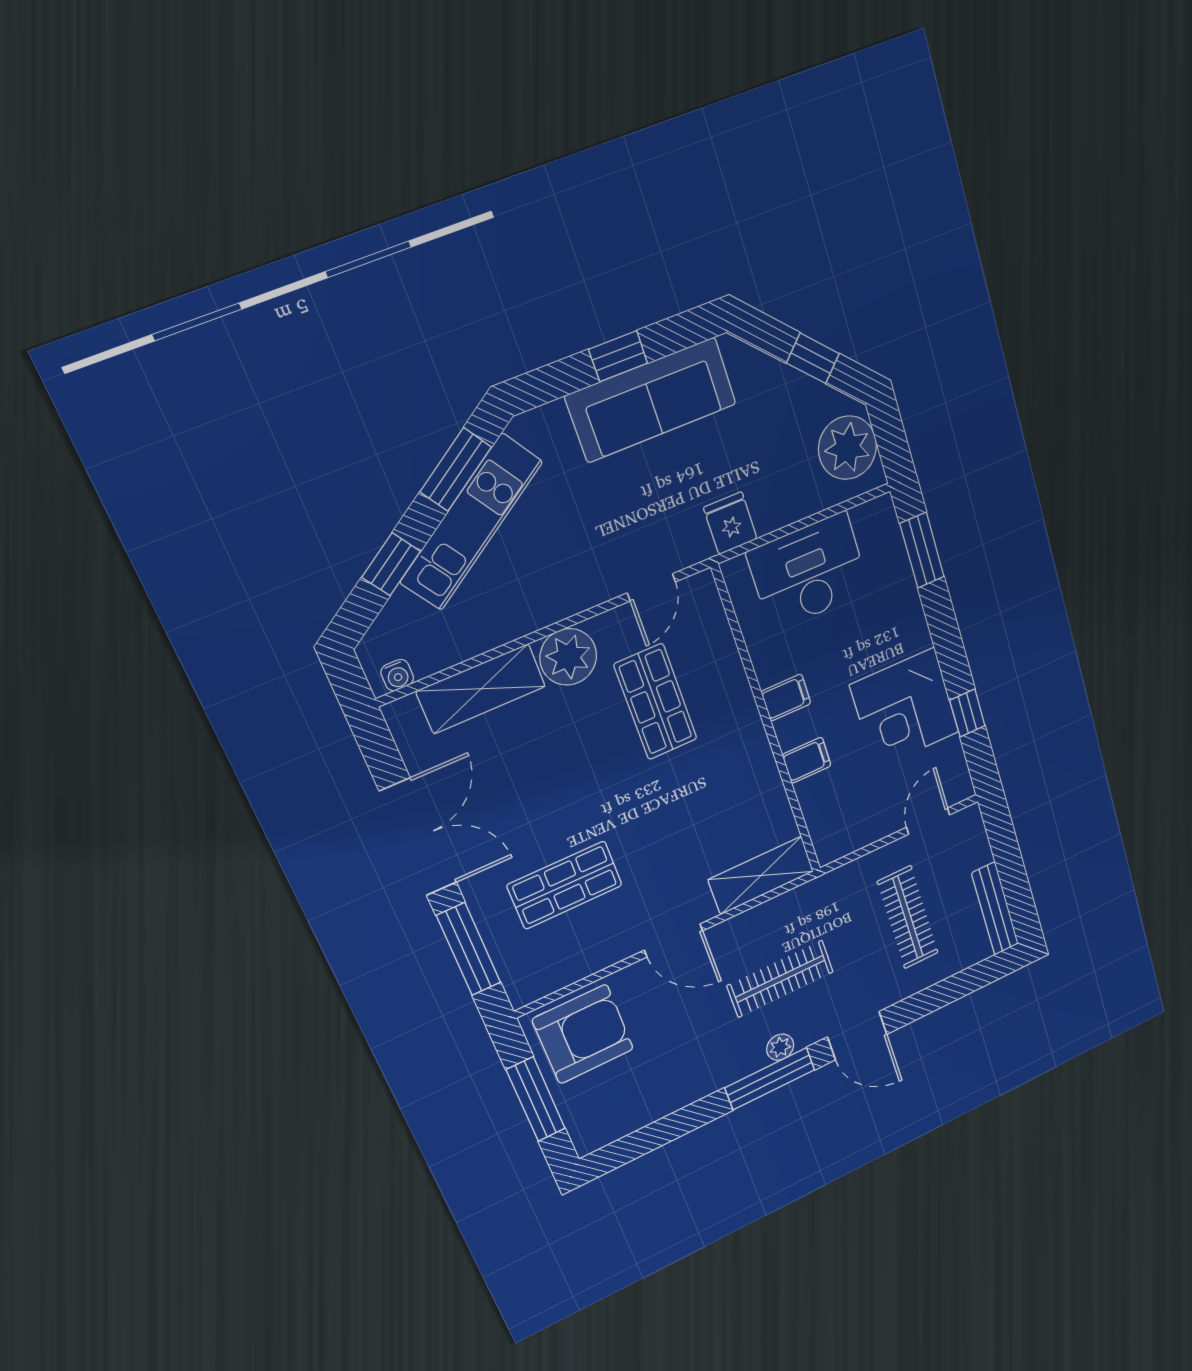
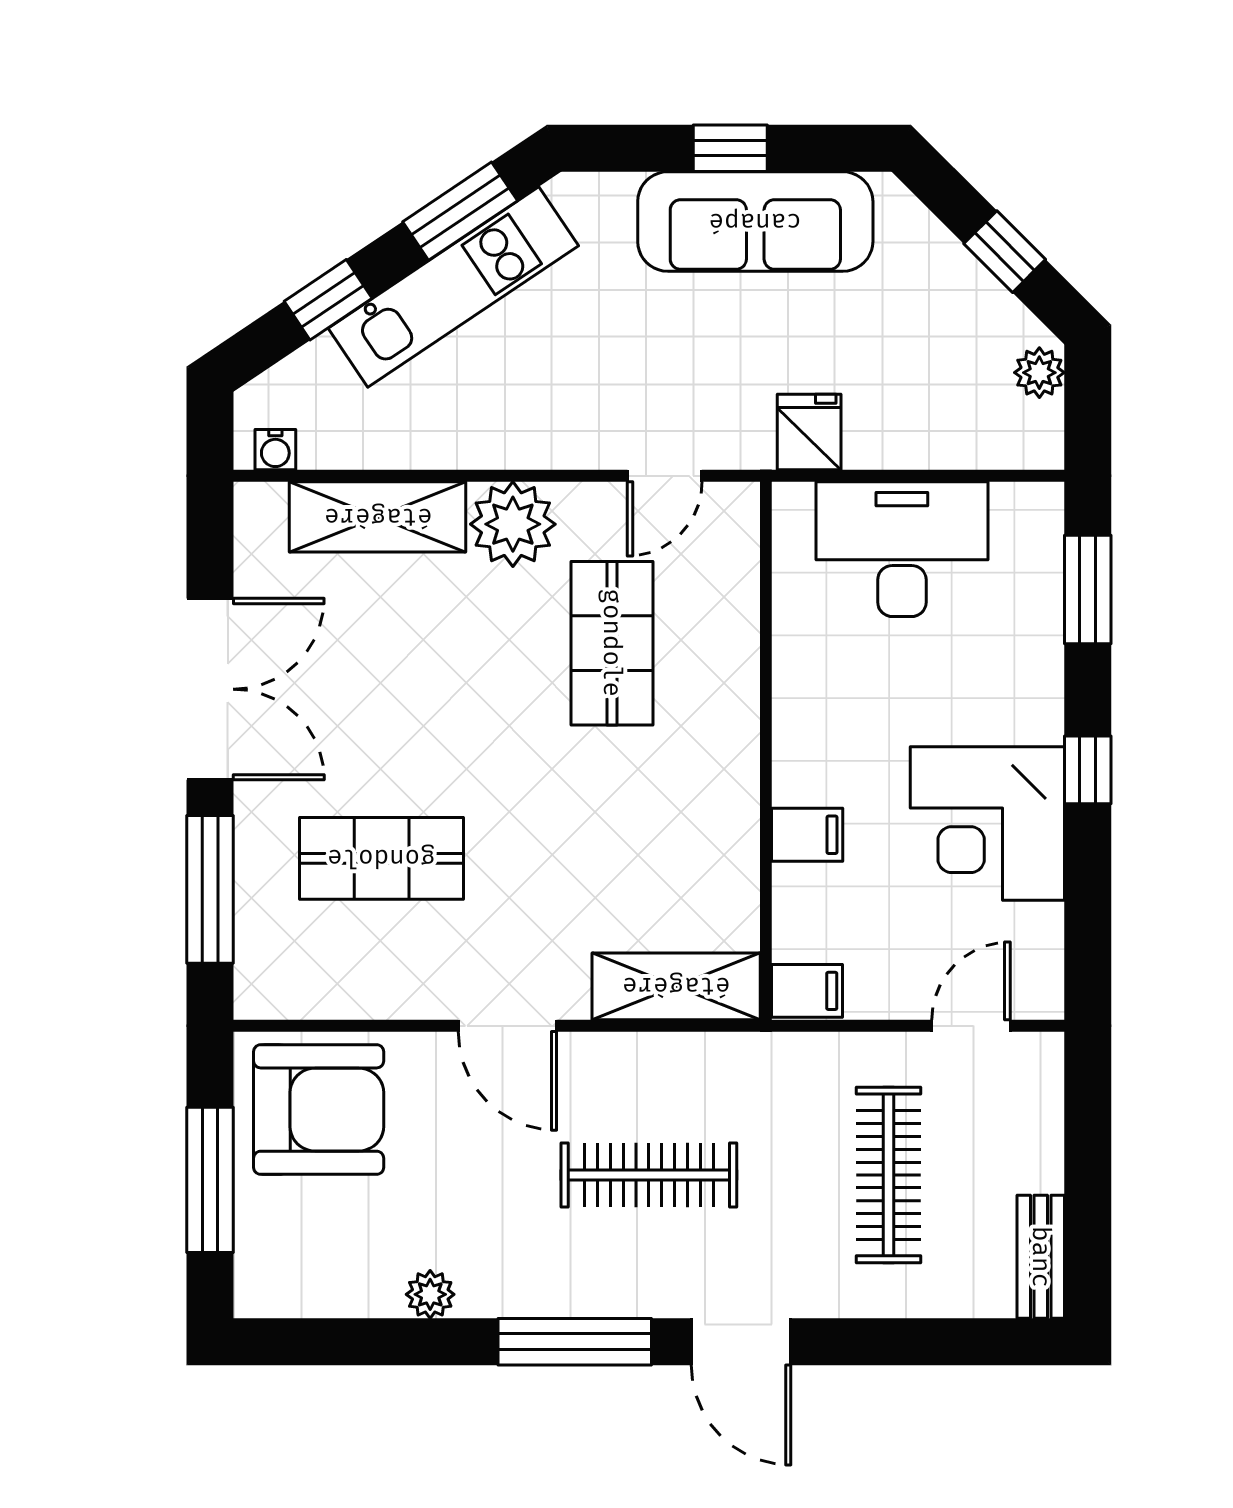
plant: (848, 448) -> (1039, 373), width x0.53, depth x0.53
filing cabinet: (786, 698) -> (807, 991), moved
window: (967, 713) -> (1088, 770), moved
bench: (995, 909) -> (1041, 1257), width x0.73
plant: (780, 1047) -> (430, 1294), moved

